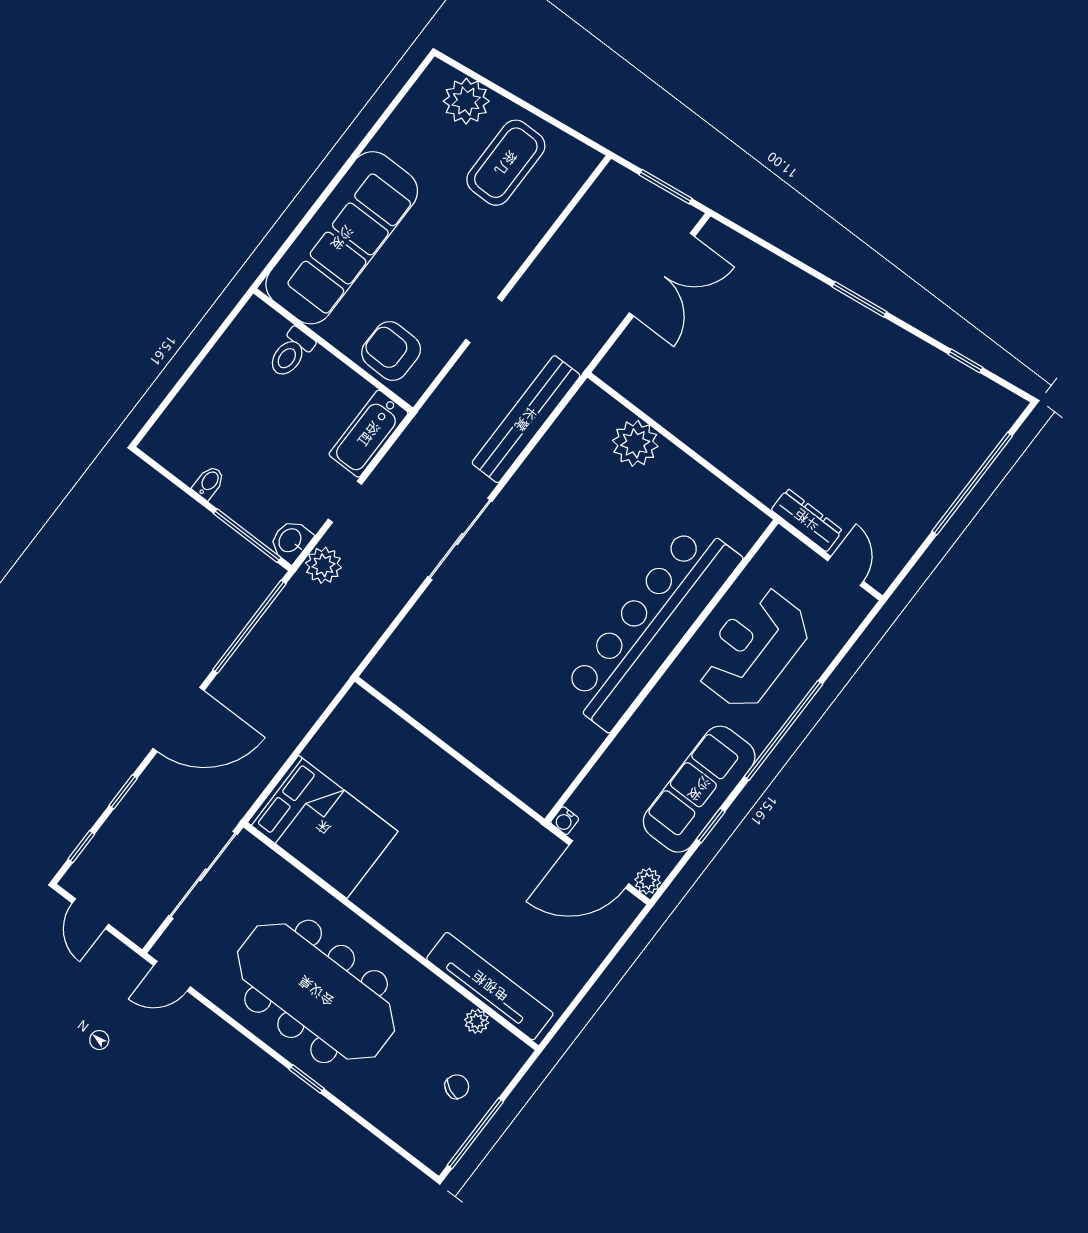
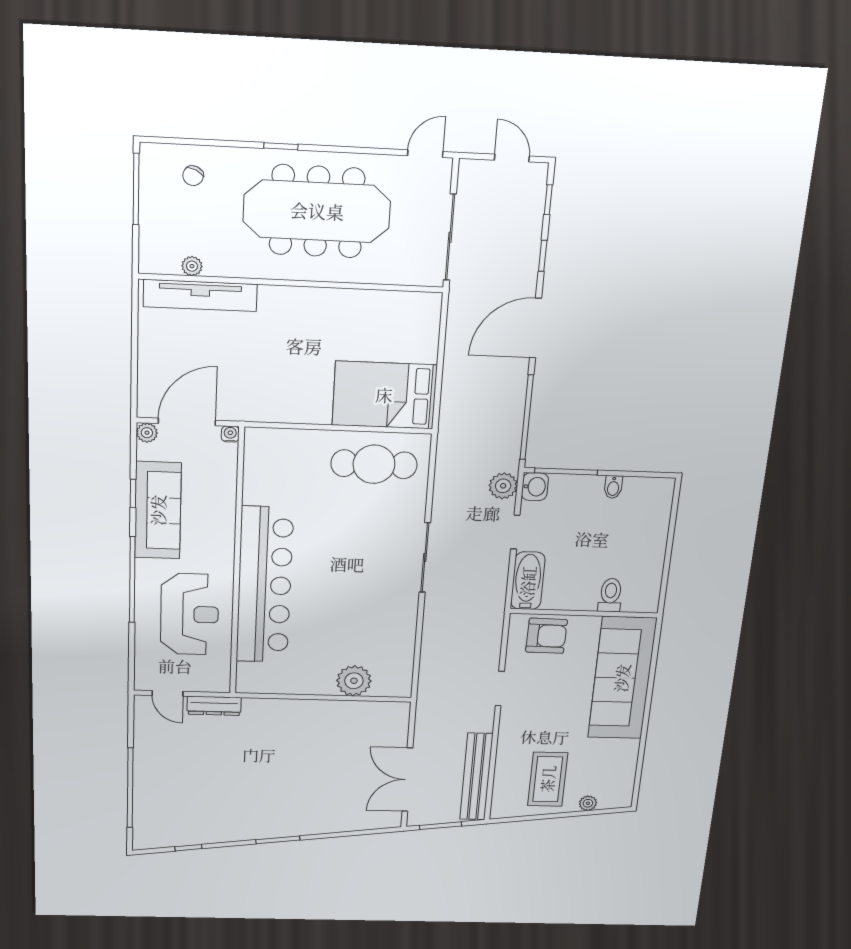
plant: (466, 101) -> (588, 803), width x0.53, depth x0.53
bench: (526, 419) -> (476, 777), moved
cafe table: (441, 684) -> (374, 464), added
bed: (323, 827) -> (384, 395), moved
chair: (457, 1087) -> (193, 176), moved

